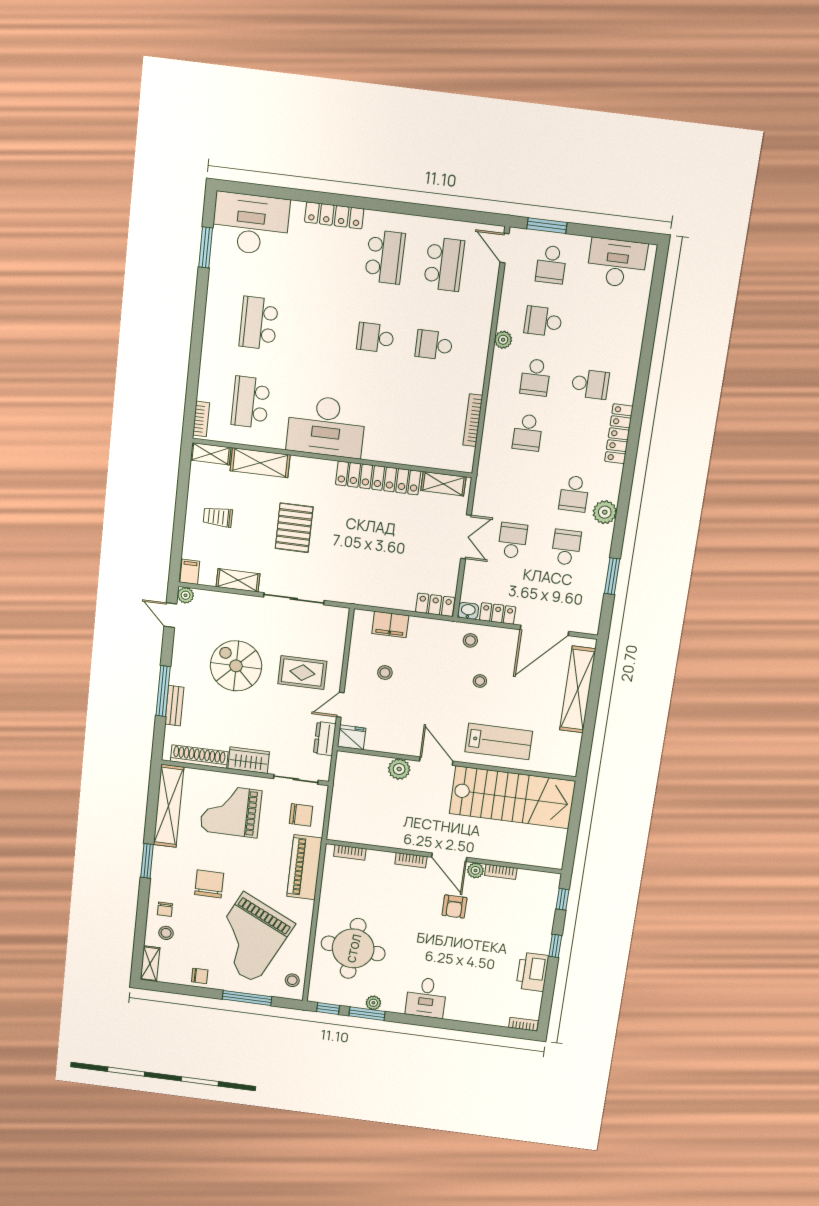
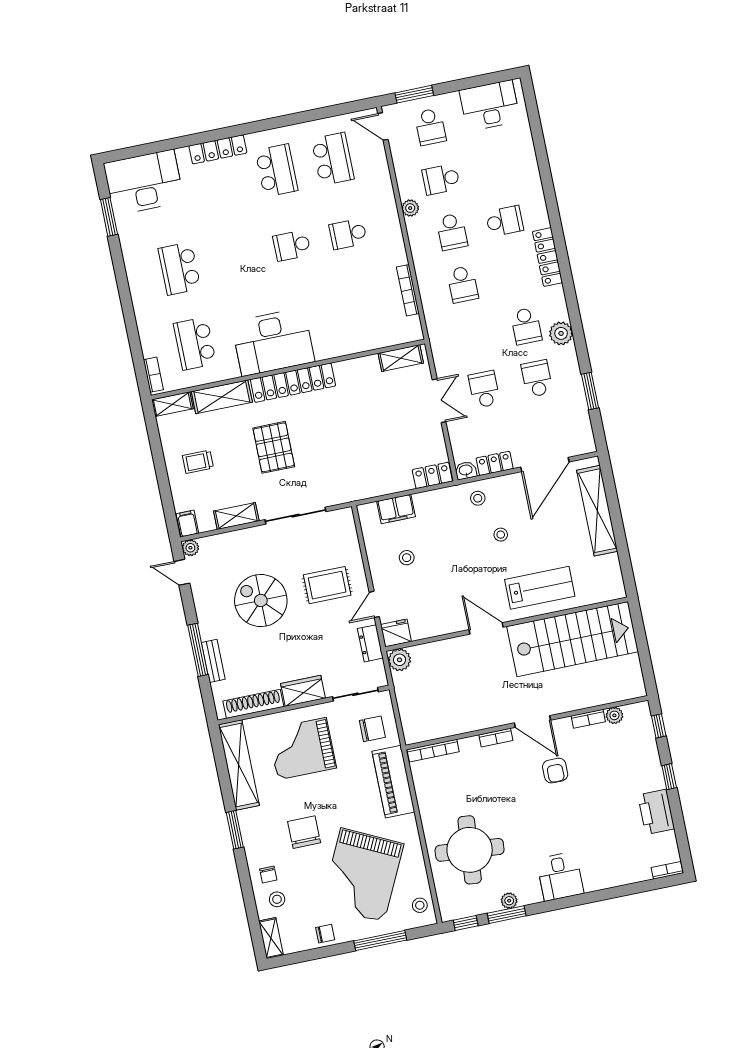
locker: (378, 478) -> (293, 383), moved
plant: (399, 769) -> (400, 660), moved
bookcase: (350, 852) -> (433, 751), width x1.56
plant: (475, 870) -> (614, 715), moved

